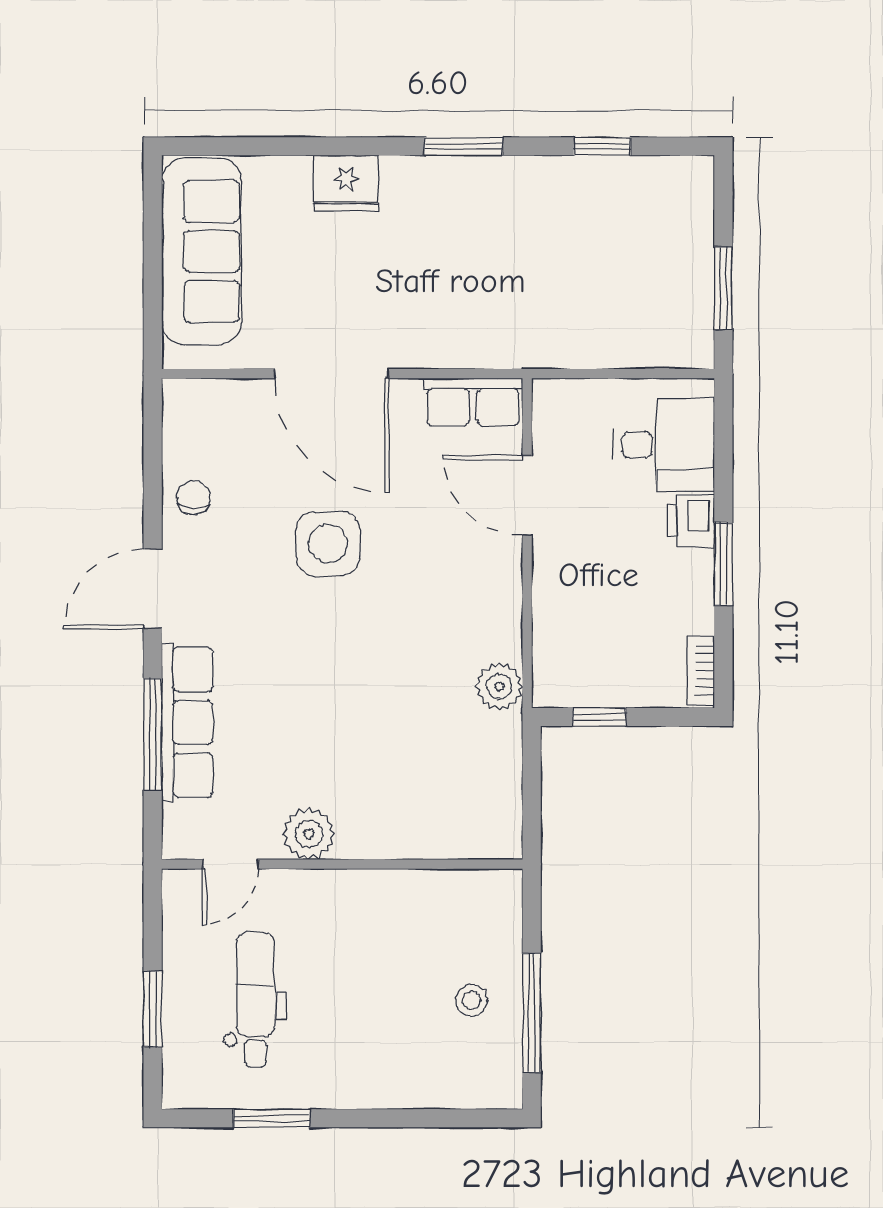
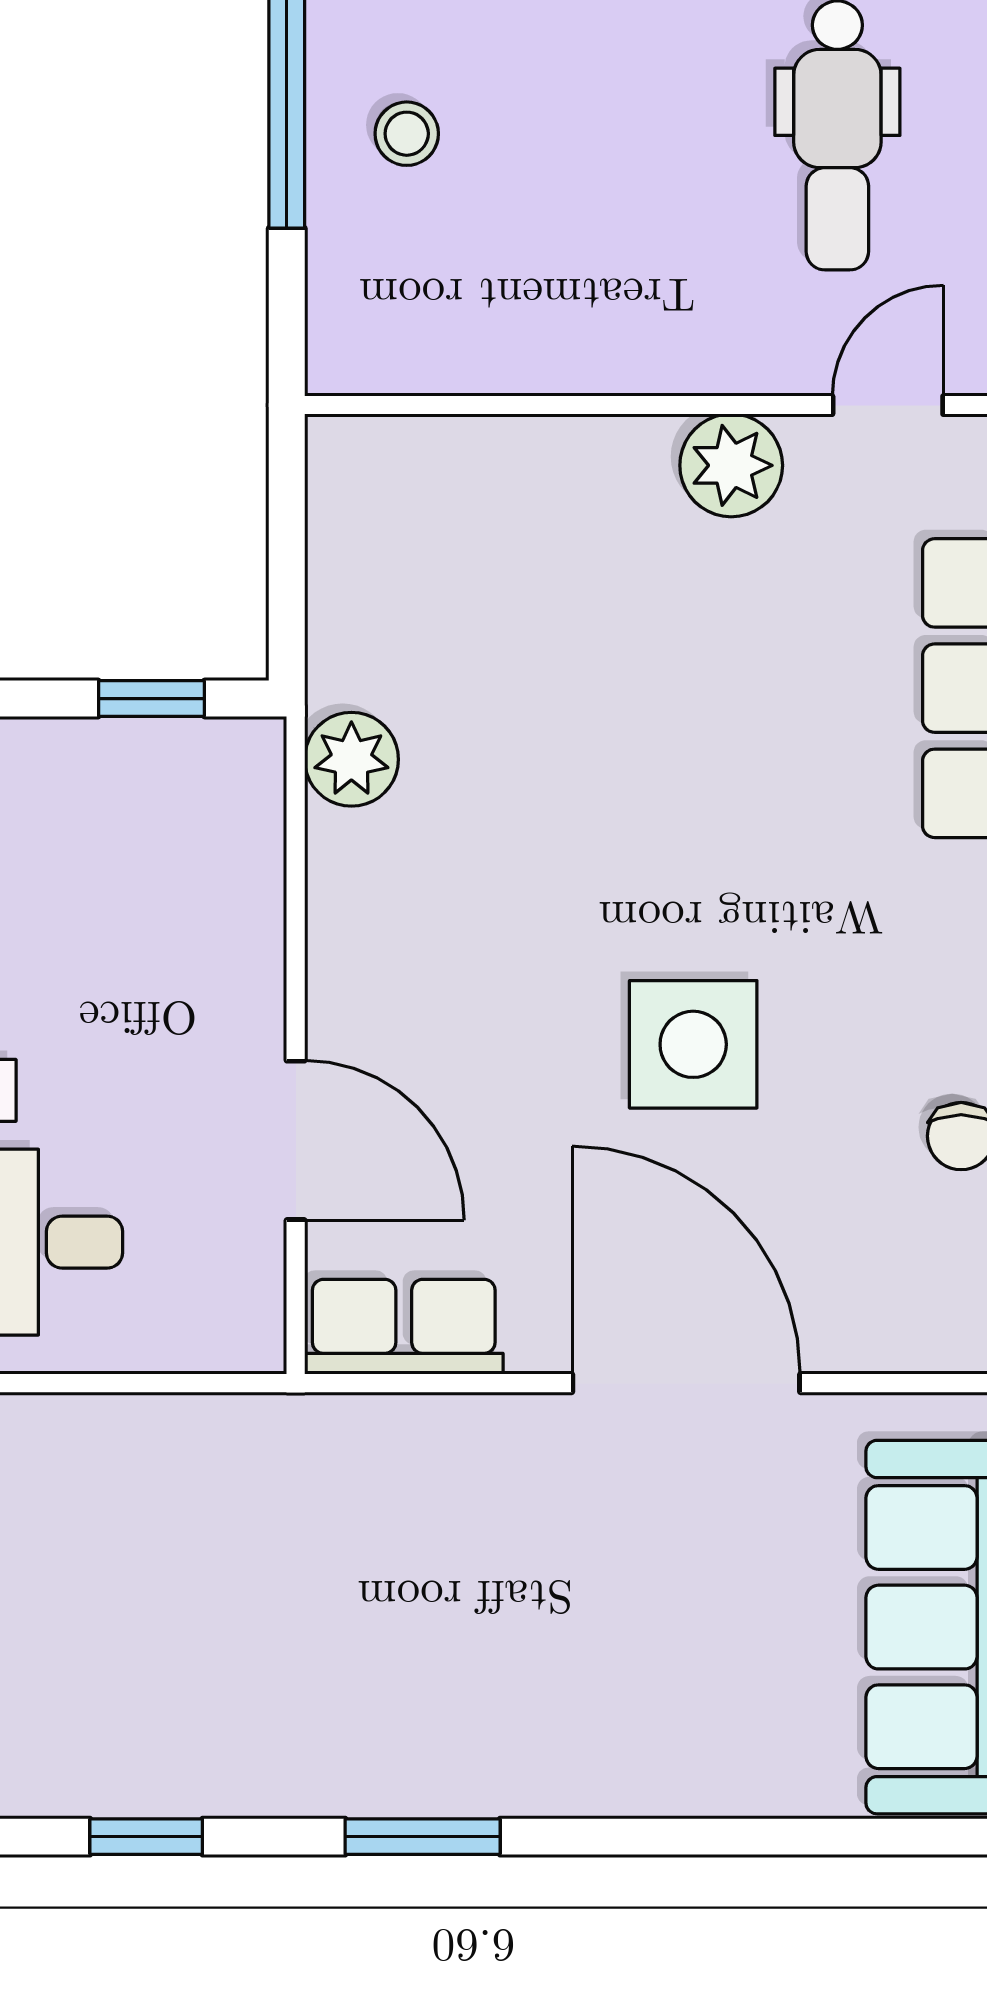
fridge: (346, 183) -> (657, 1763), removed

